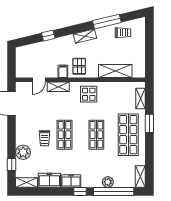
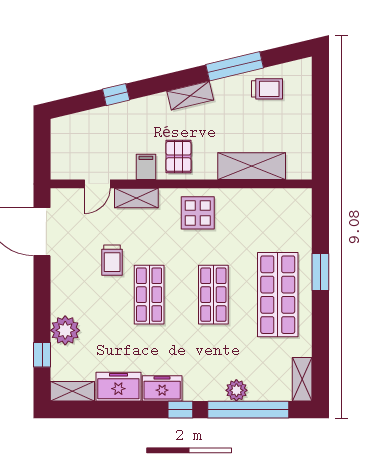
shelving: (141, 98) -> (302, 222), removed
trolley: (45, 138) -> (112, 260), moved

